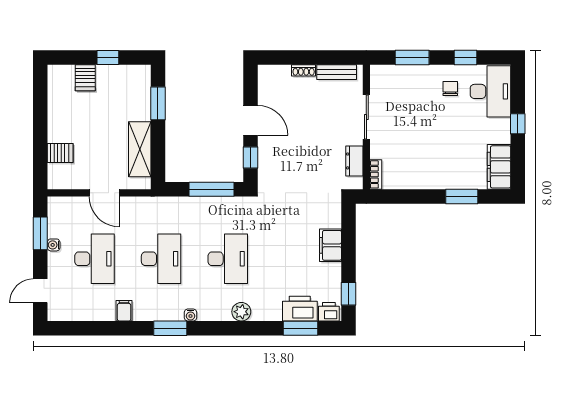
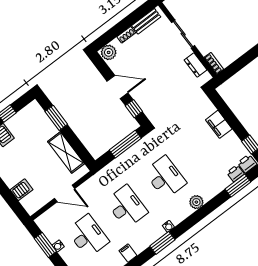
plant: (270, 75) -> (109, 52), added
printer: (300, 309) -> (235, 173), width x0.53, depth x0.68

